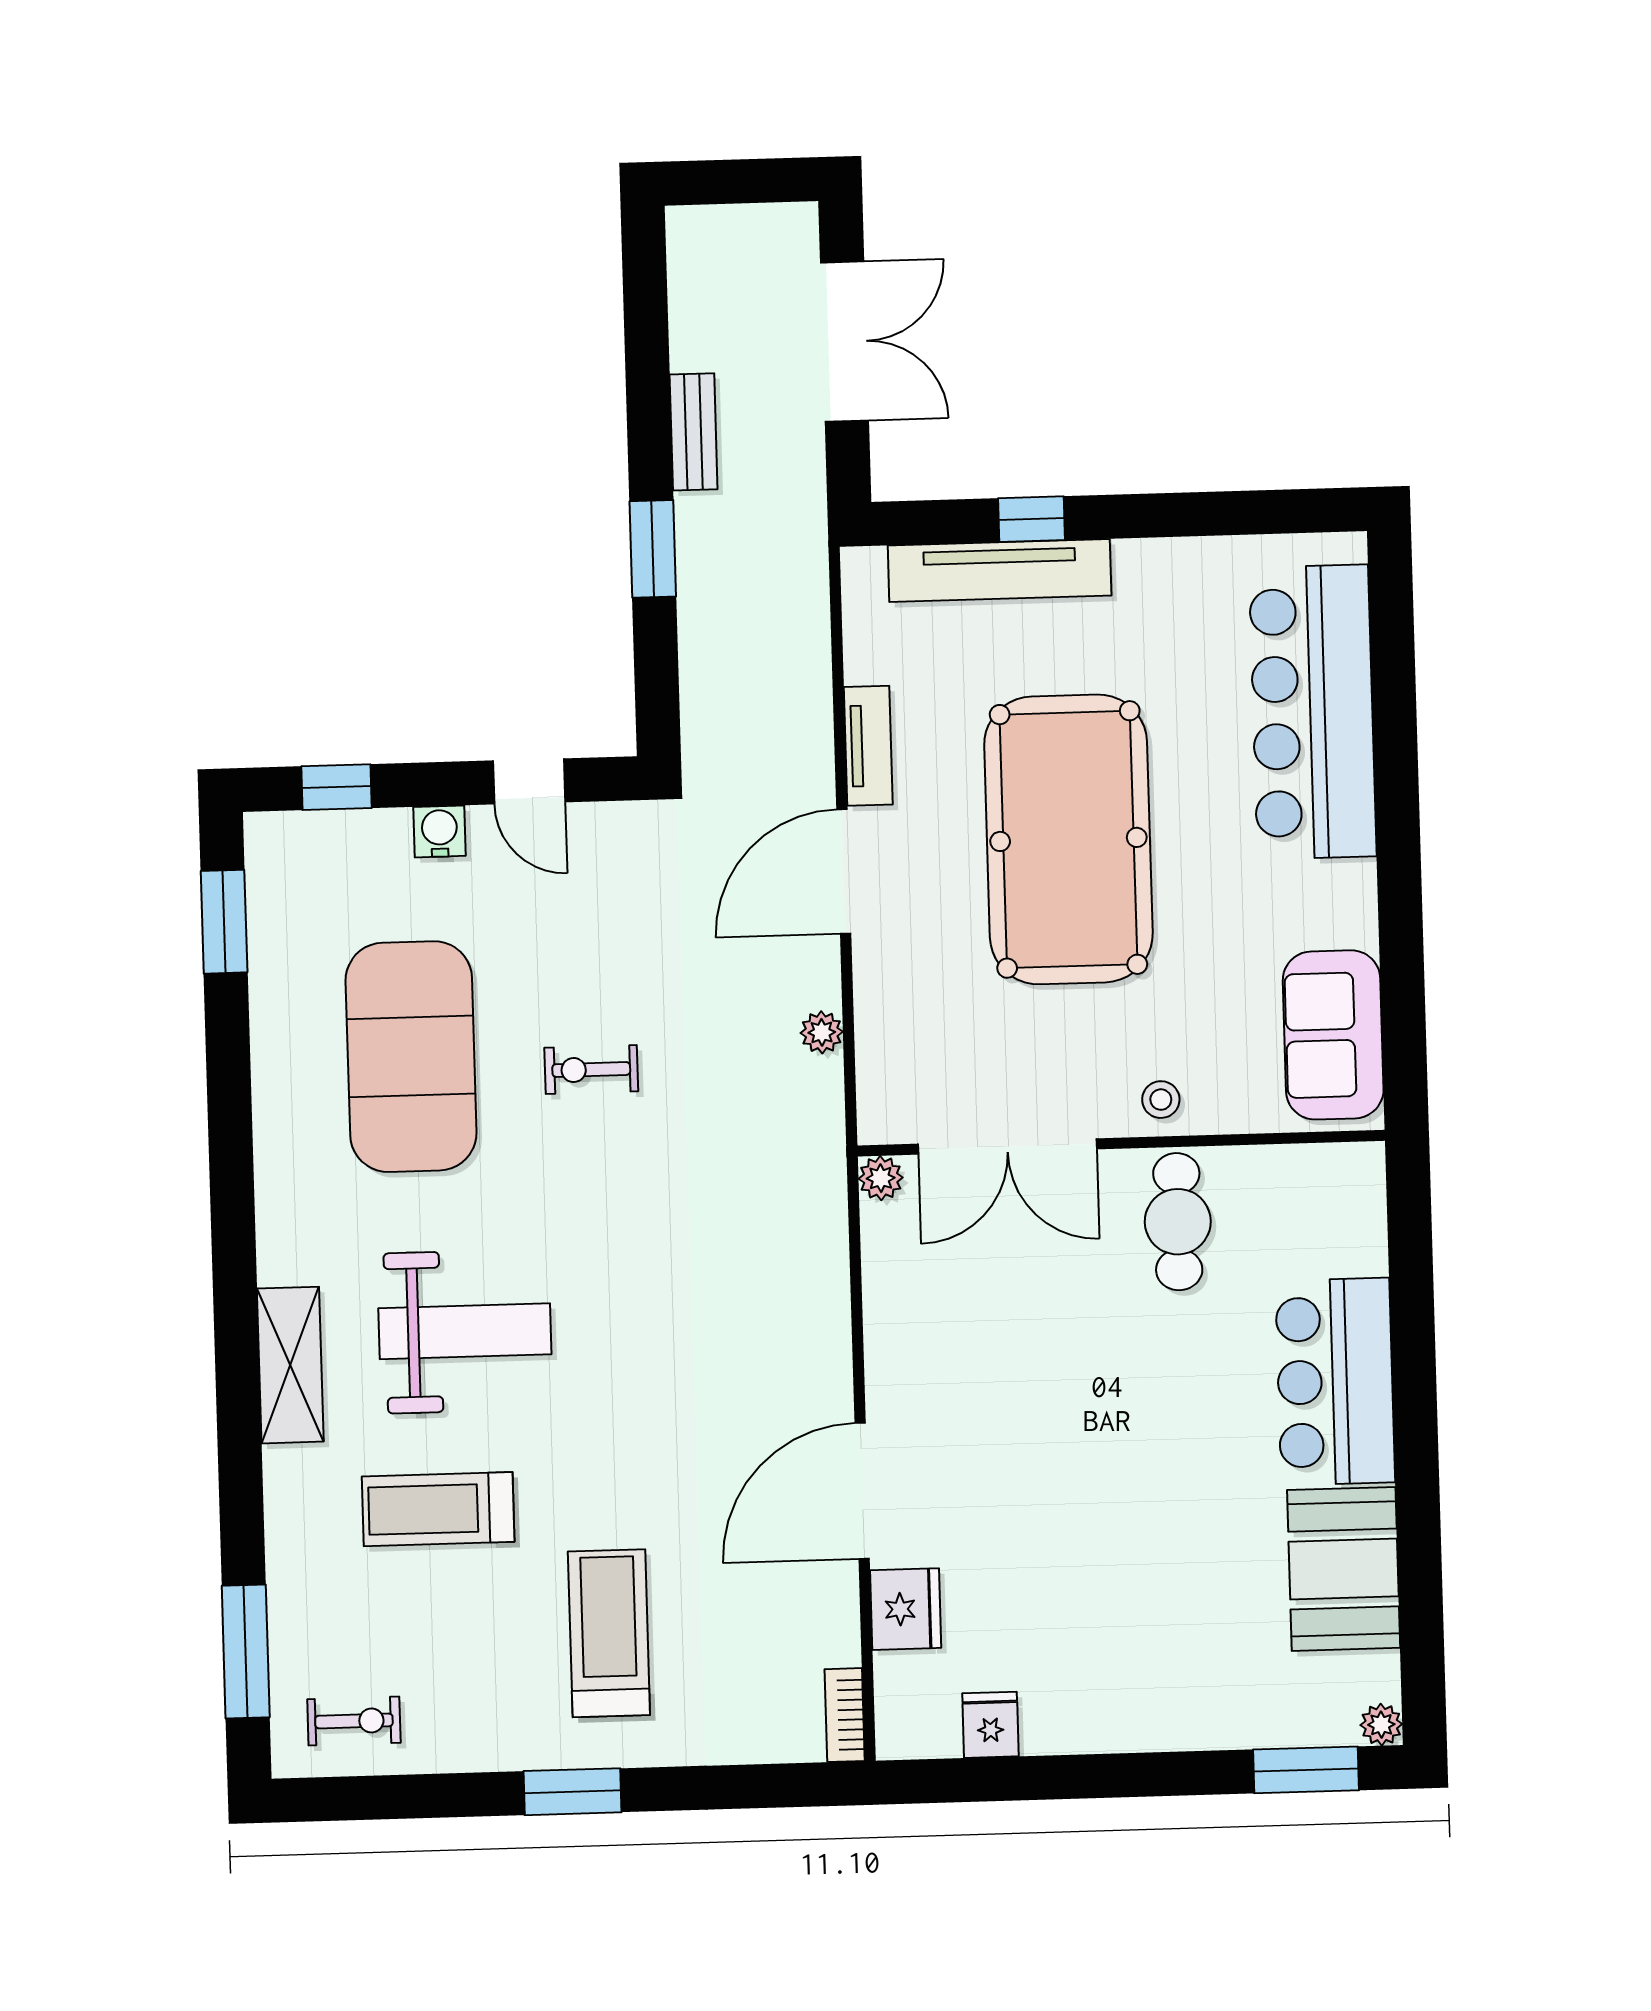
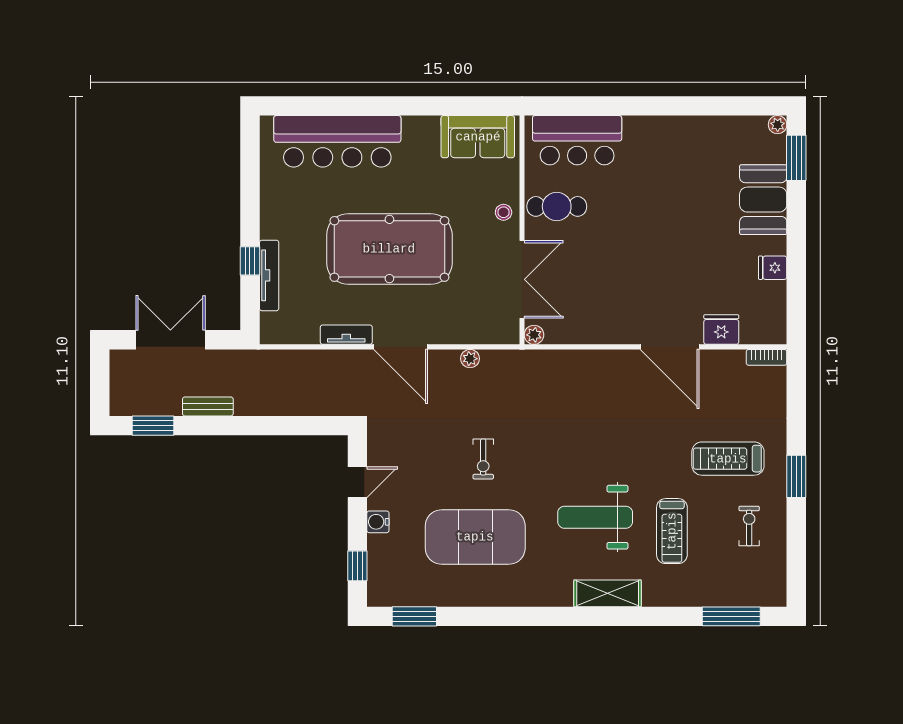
window: (653, 549) -> (153, 426), moved
tv unit: (1000, 570) -> (269, 275), width x0.73, depth x0.78
weight bench: (465, 1331) -> (595, 517), turned -90
bar counter: (1335, 1382) -> (577, 140), moved
booth: (1344, 1569) -> (763, 200), moved, turned 90
exercise bike: (354, 1721) -> (749, 526), moved
fridge: (990, 1725) -> (773, 268), moved

